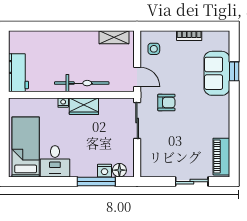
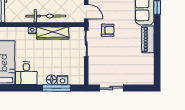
wardrobe: (84, 106) -> (53, 33), width x1.50
piano: (221, 157) -> (148, 39), moved
floor lamp: (119, 170) -> (52, 80), moved
sliding door: (192, 182) -> (111, 88), moved

